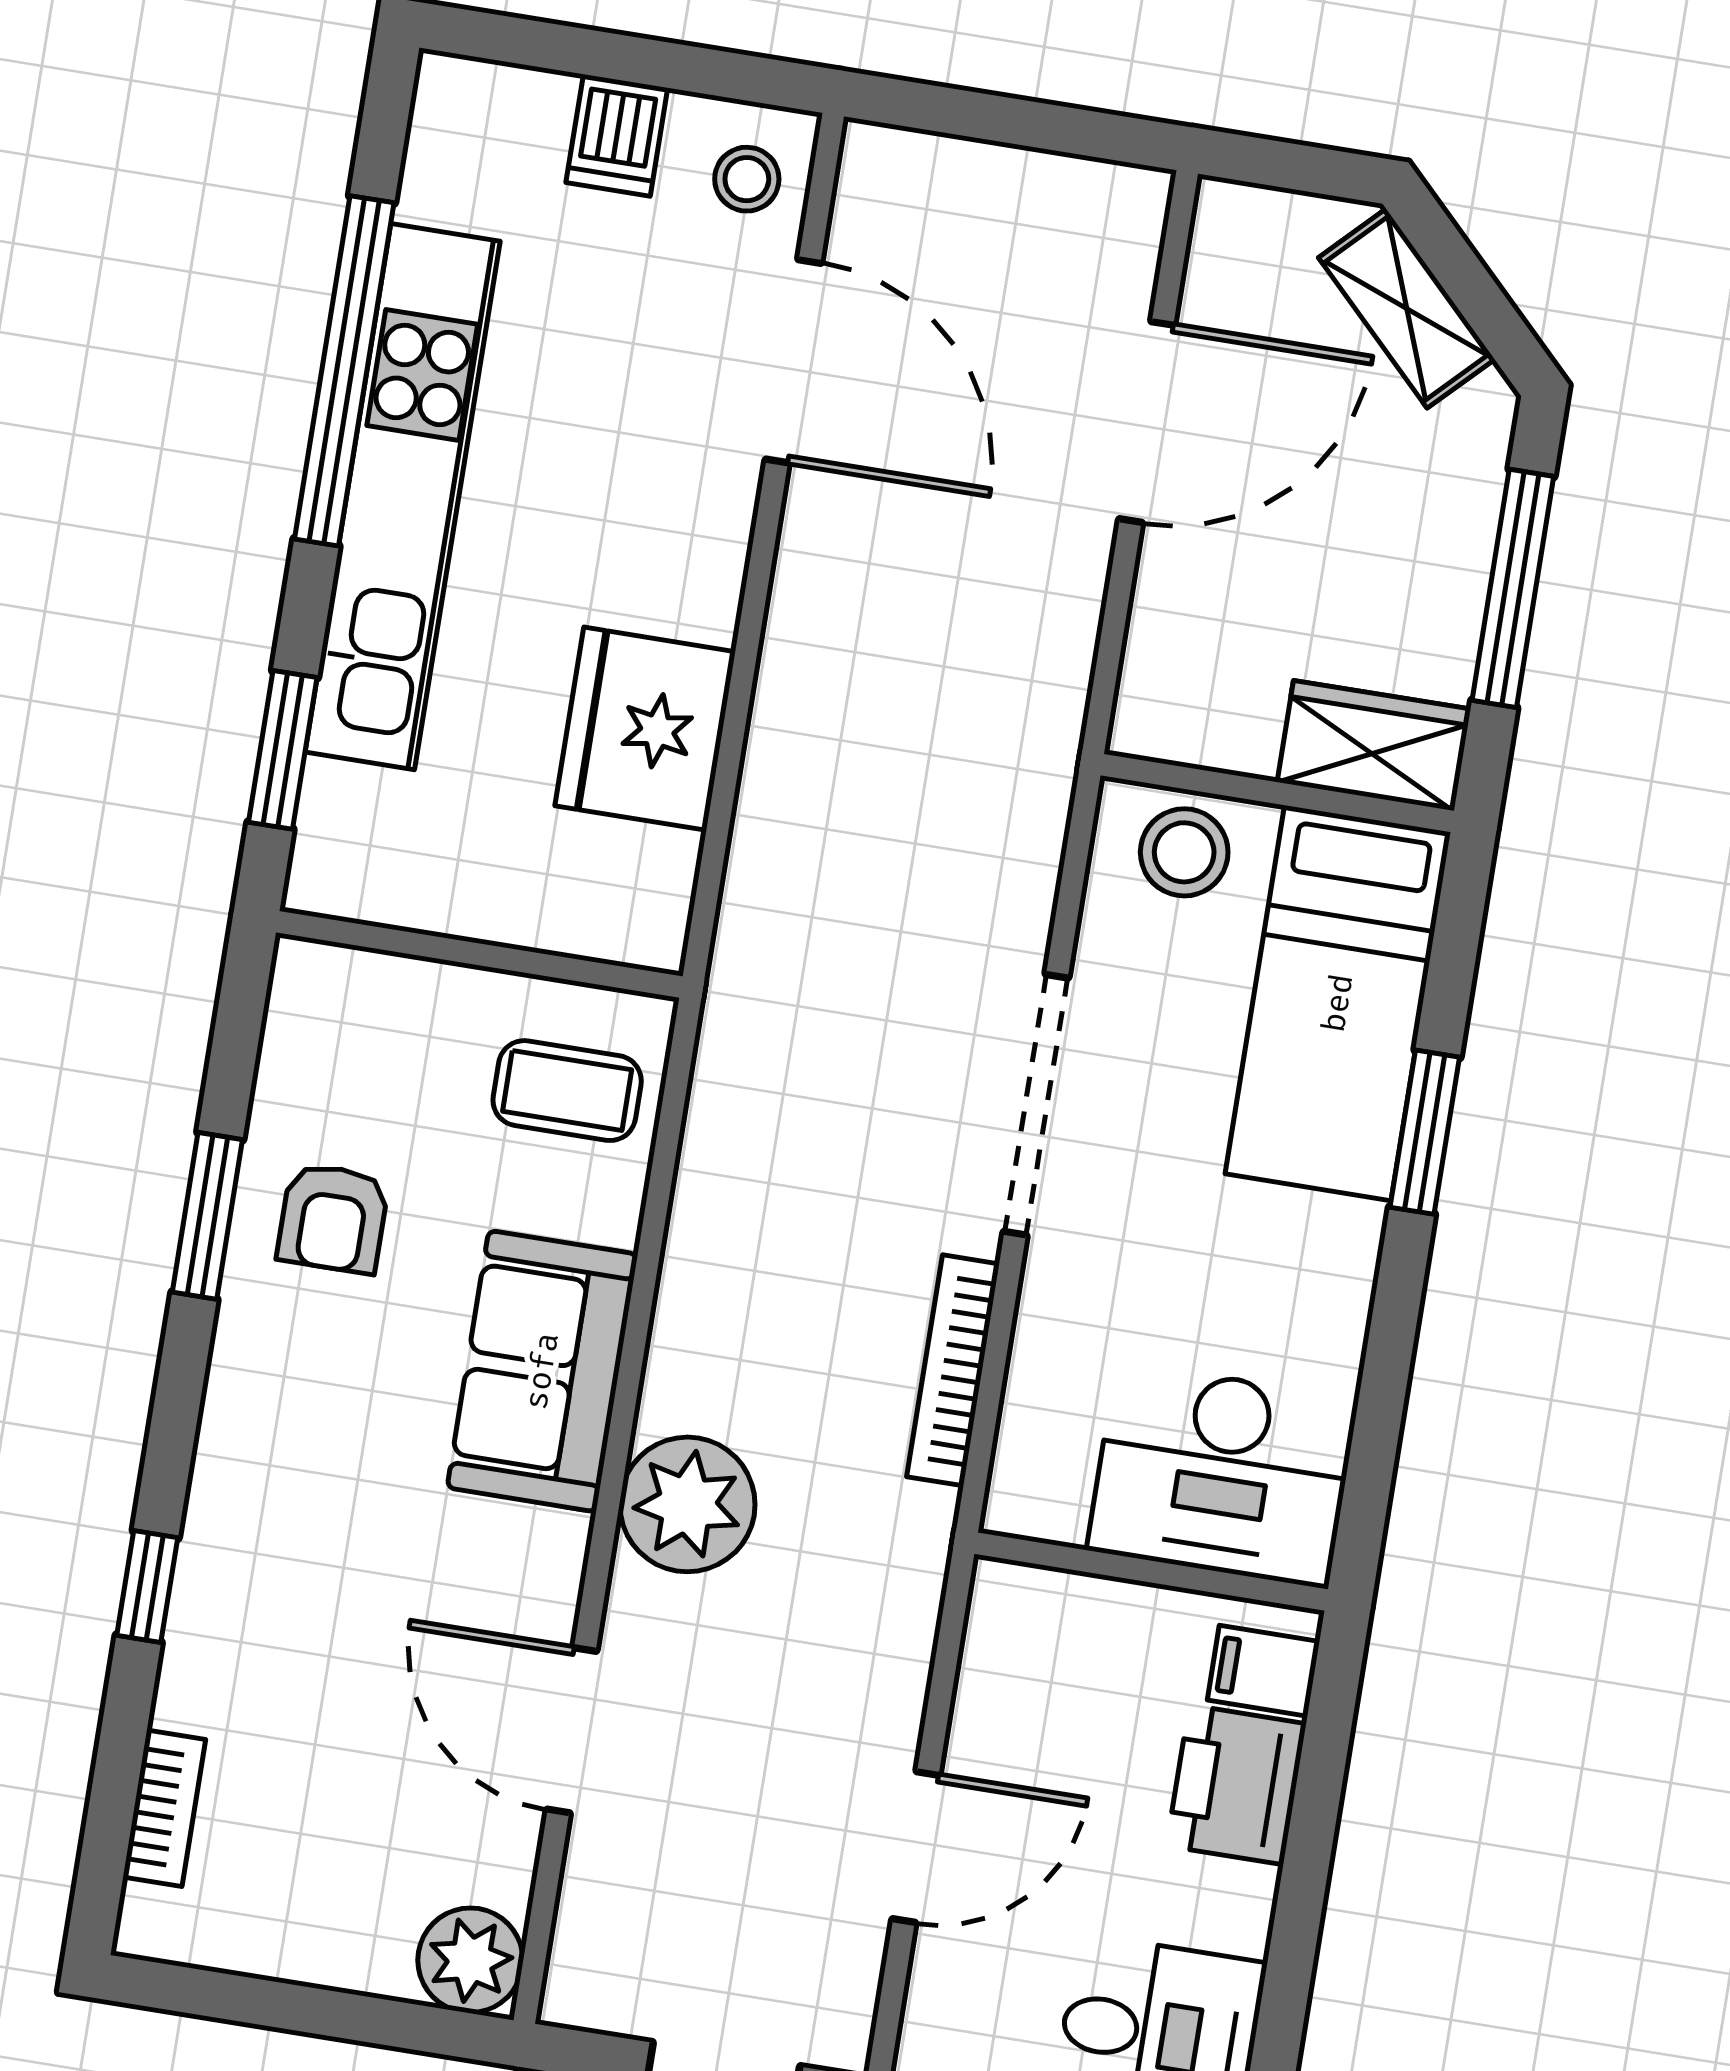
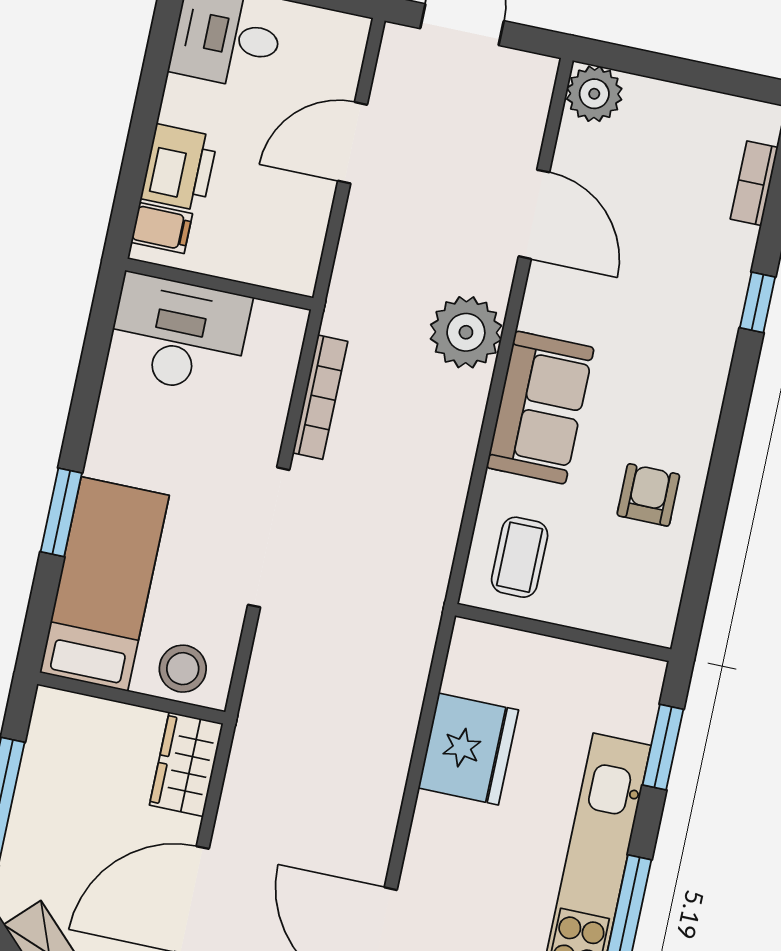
wardrobe: (1373, 745) -> (186, 764), moved, turned 90
coffee table: (567, 1091) -> (520, 557), turned 90
window: (207, 1216) -> (716, 499), removed

